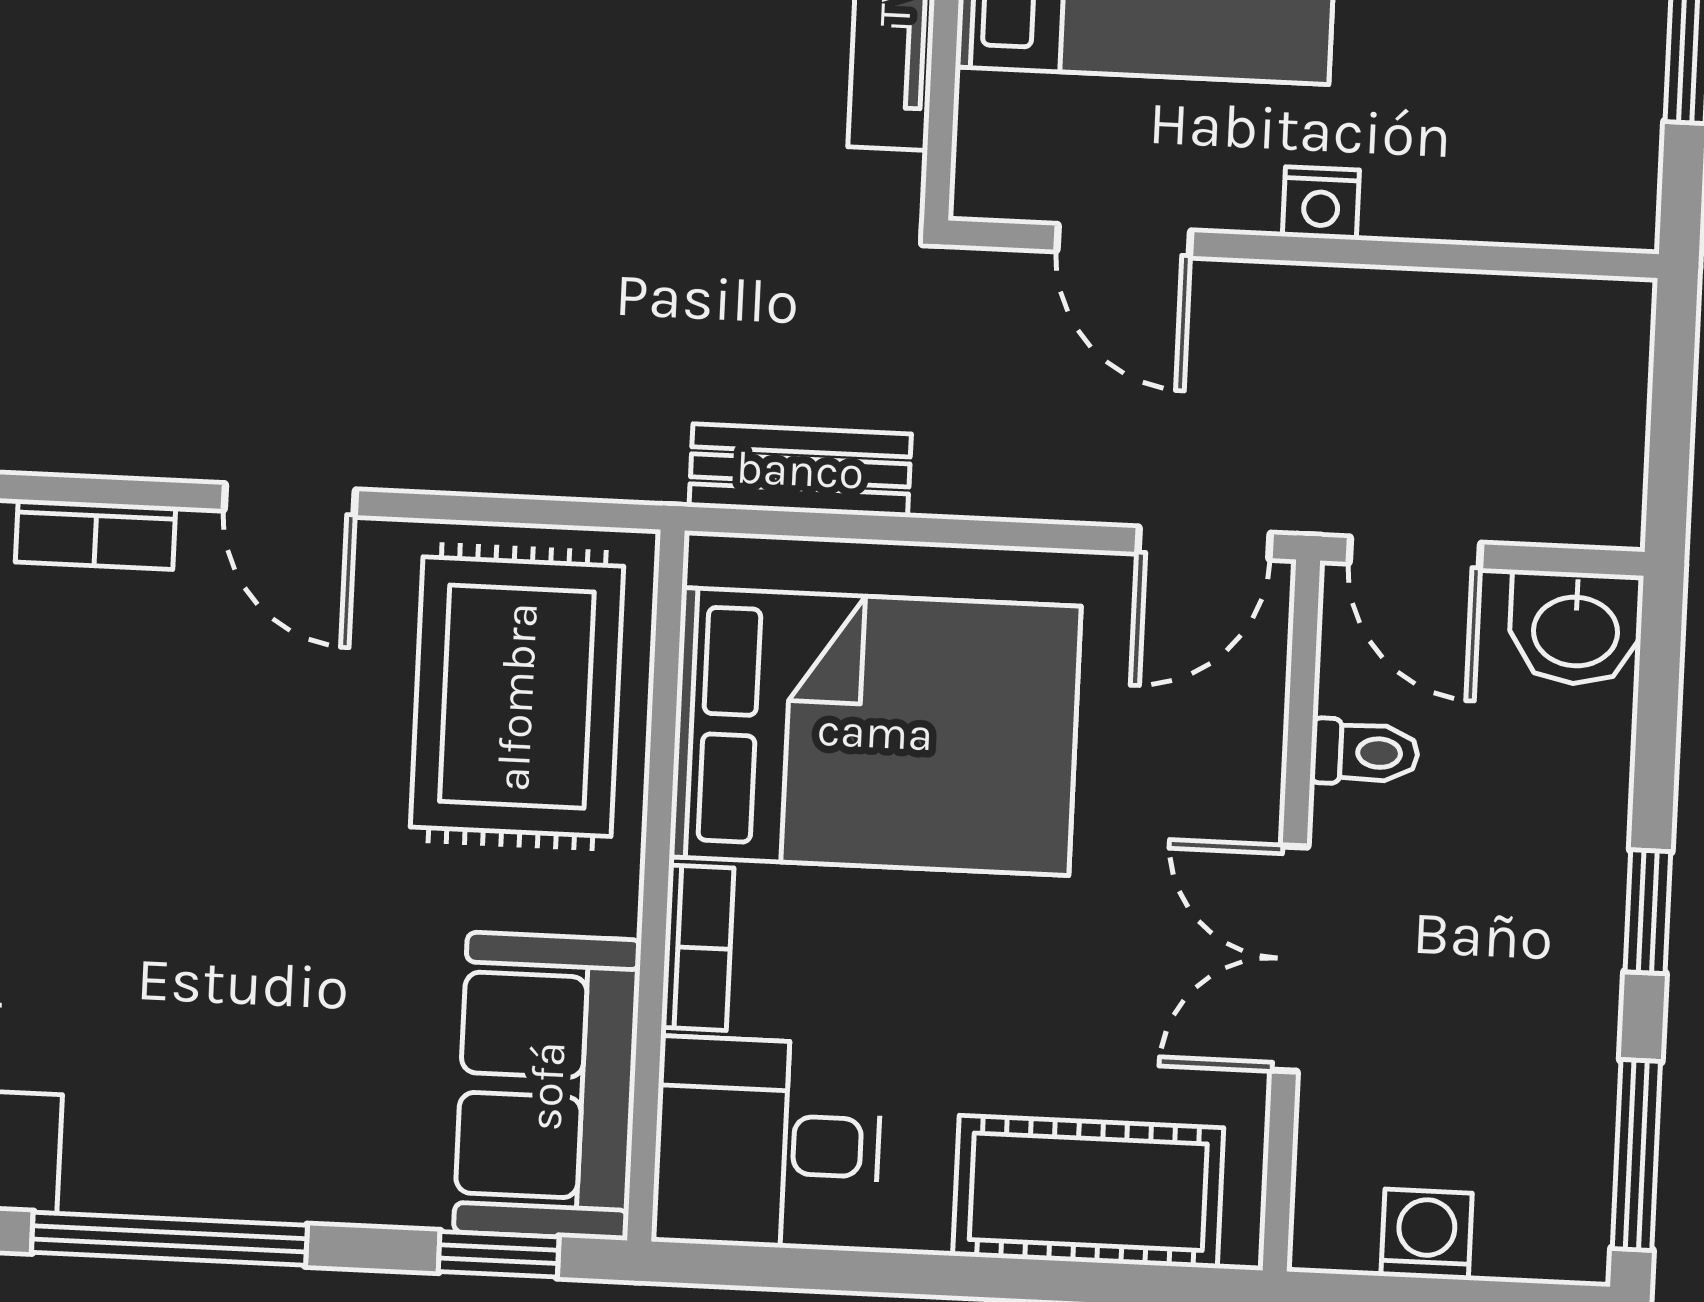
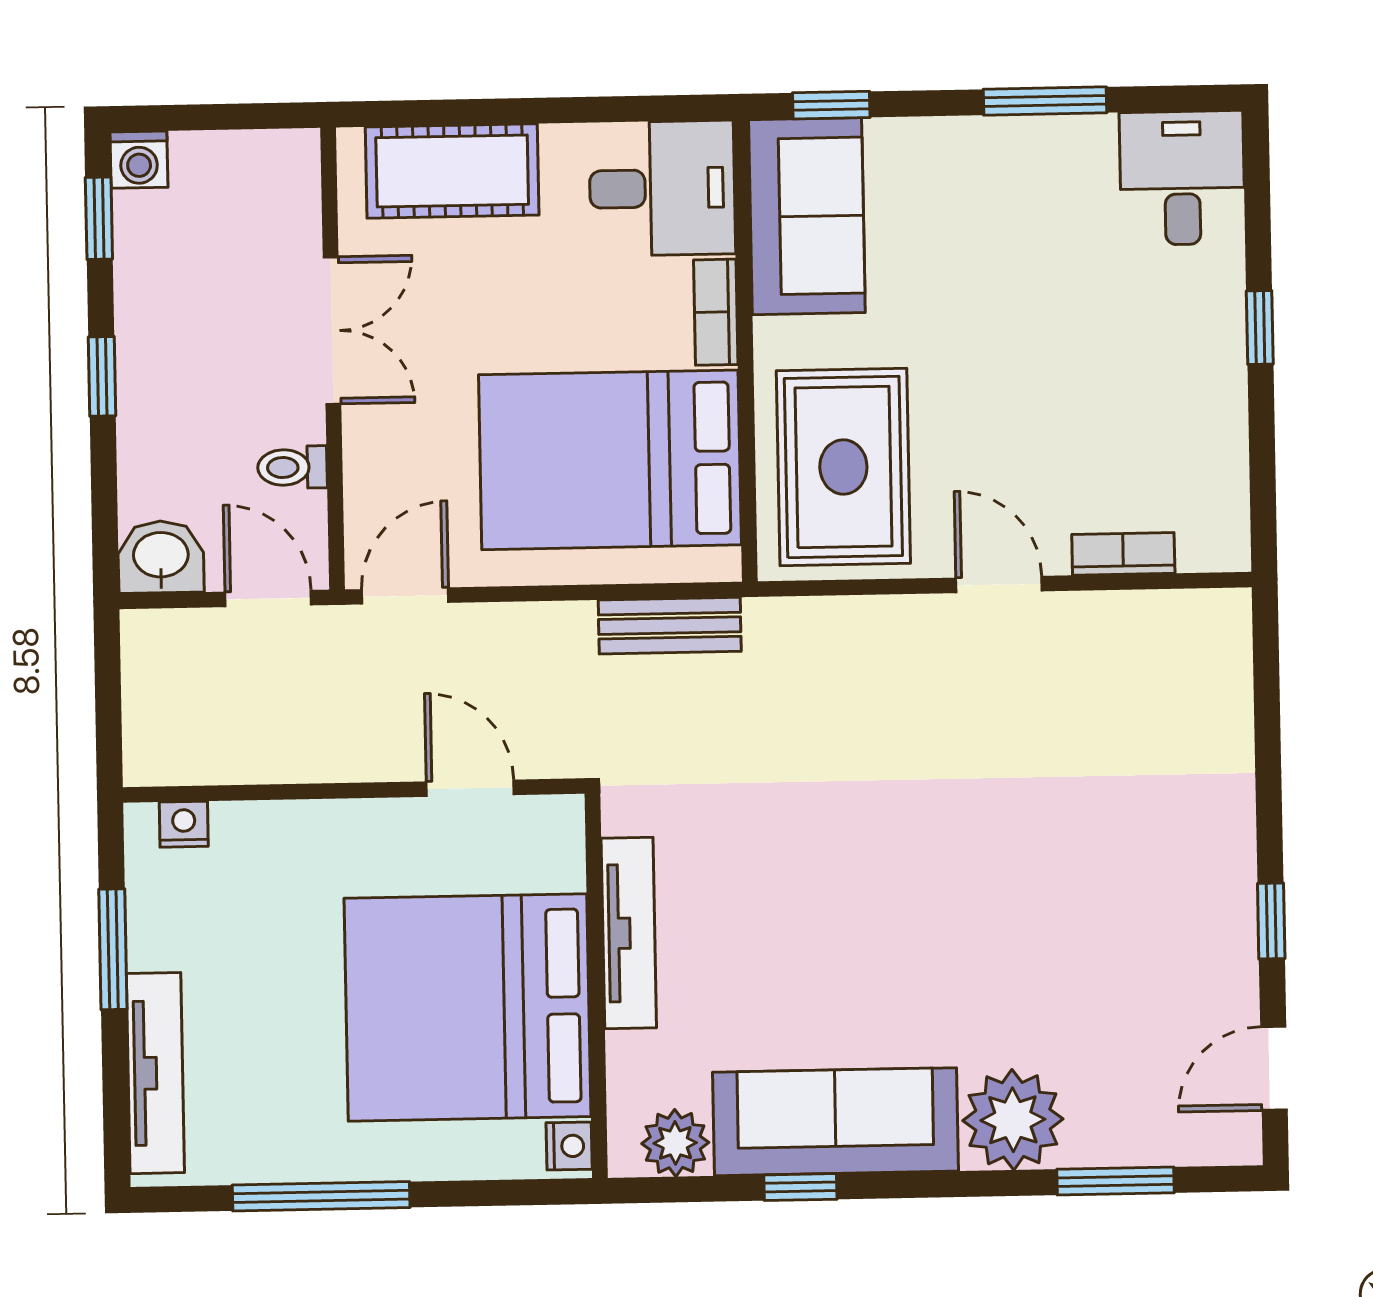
nightstand: (1321, 203) -> (184, 824), moved
window: (1636, 1155) -> (99, 218), width x0.67
washing machine: (1427, 1235) -> (139, 160), moved
window: (169, 1239) -> (1045, 101), width x0.69

